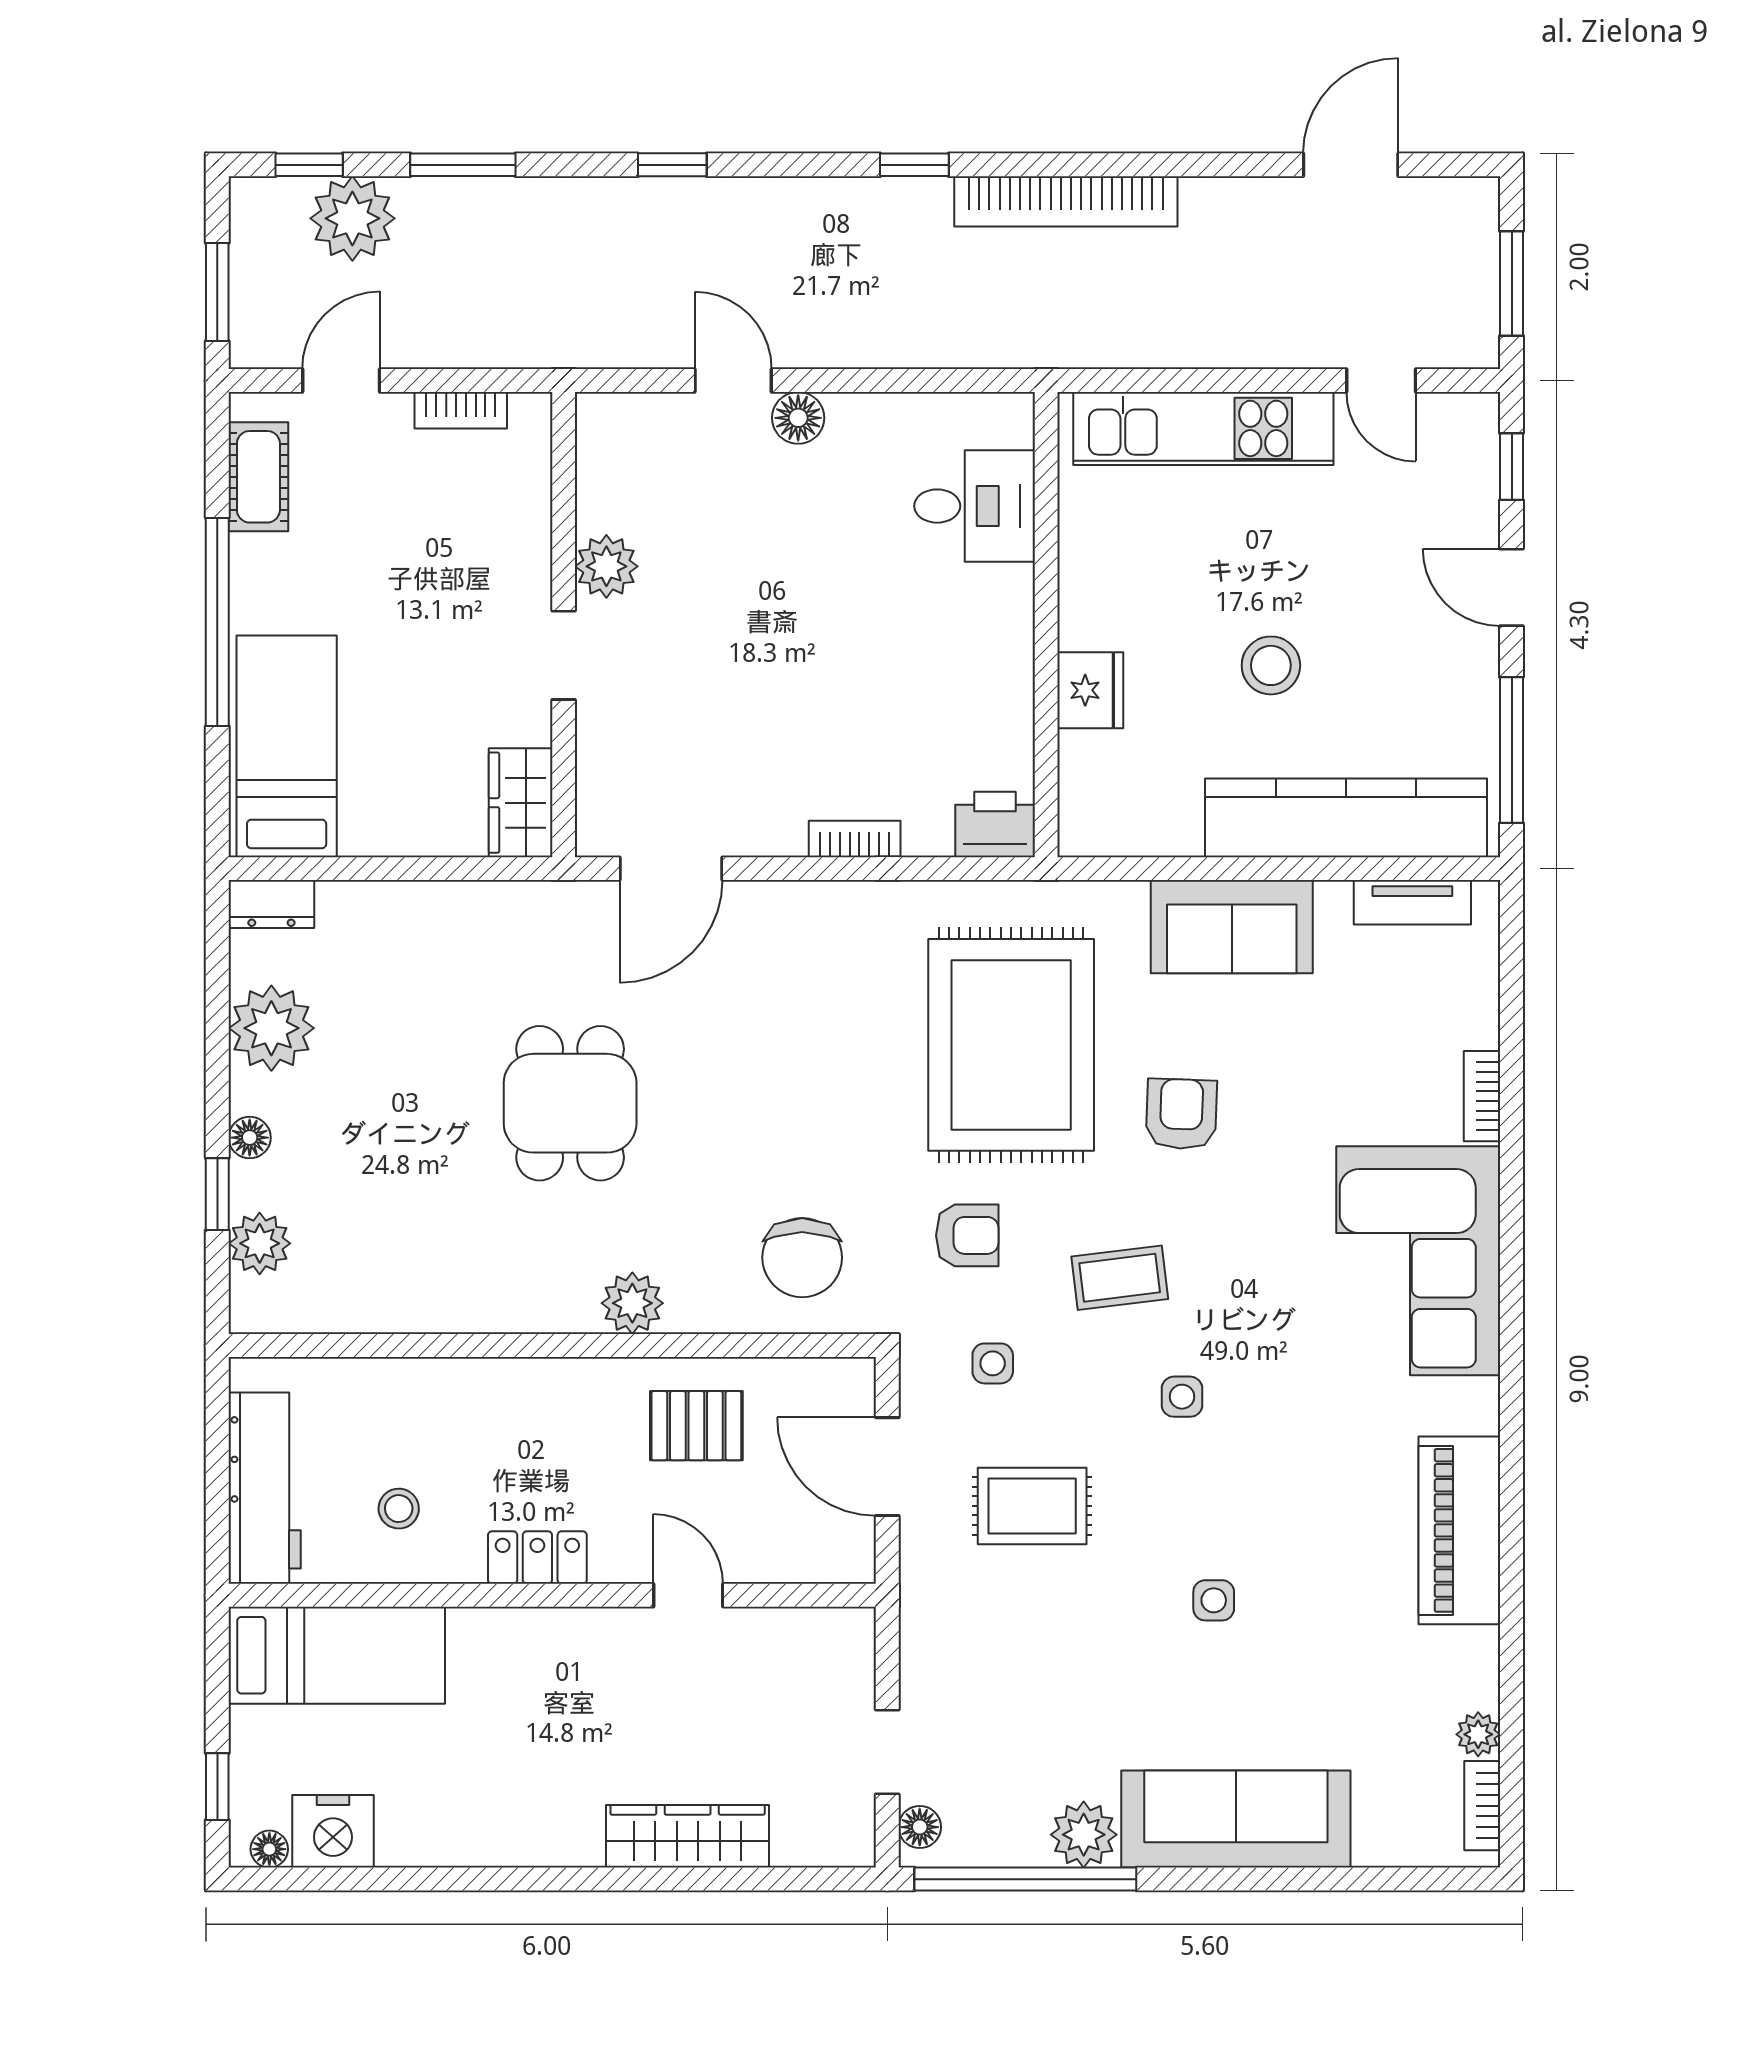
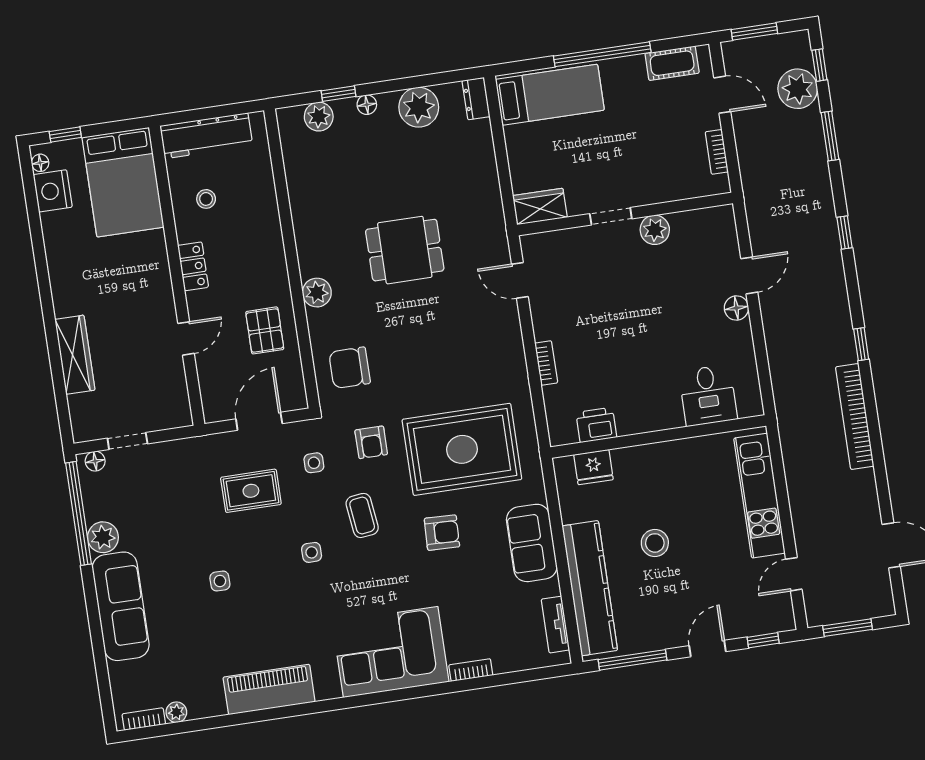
fridge: (1090, 690) -> (594, 467), moved
printer: (995, 824) -> (596, 425), moved, turned -90
door: (671, 869) -> (520, 280), width x0.73
rug: (1032, 1506) -> (251, 491), turned 90
bed: (337, 1655) -> (123, 182), width x1.50

